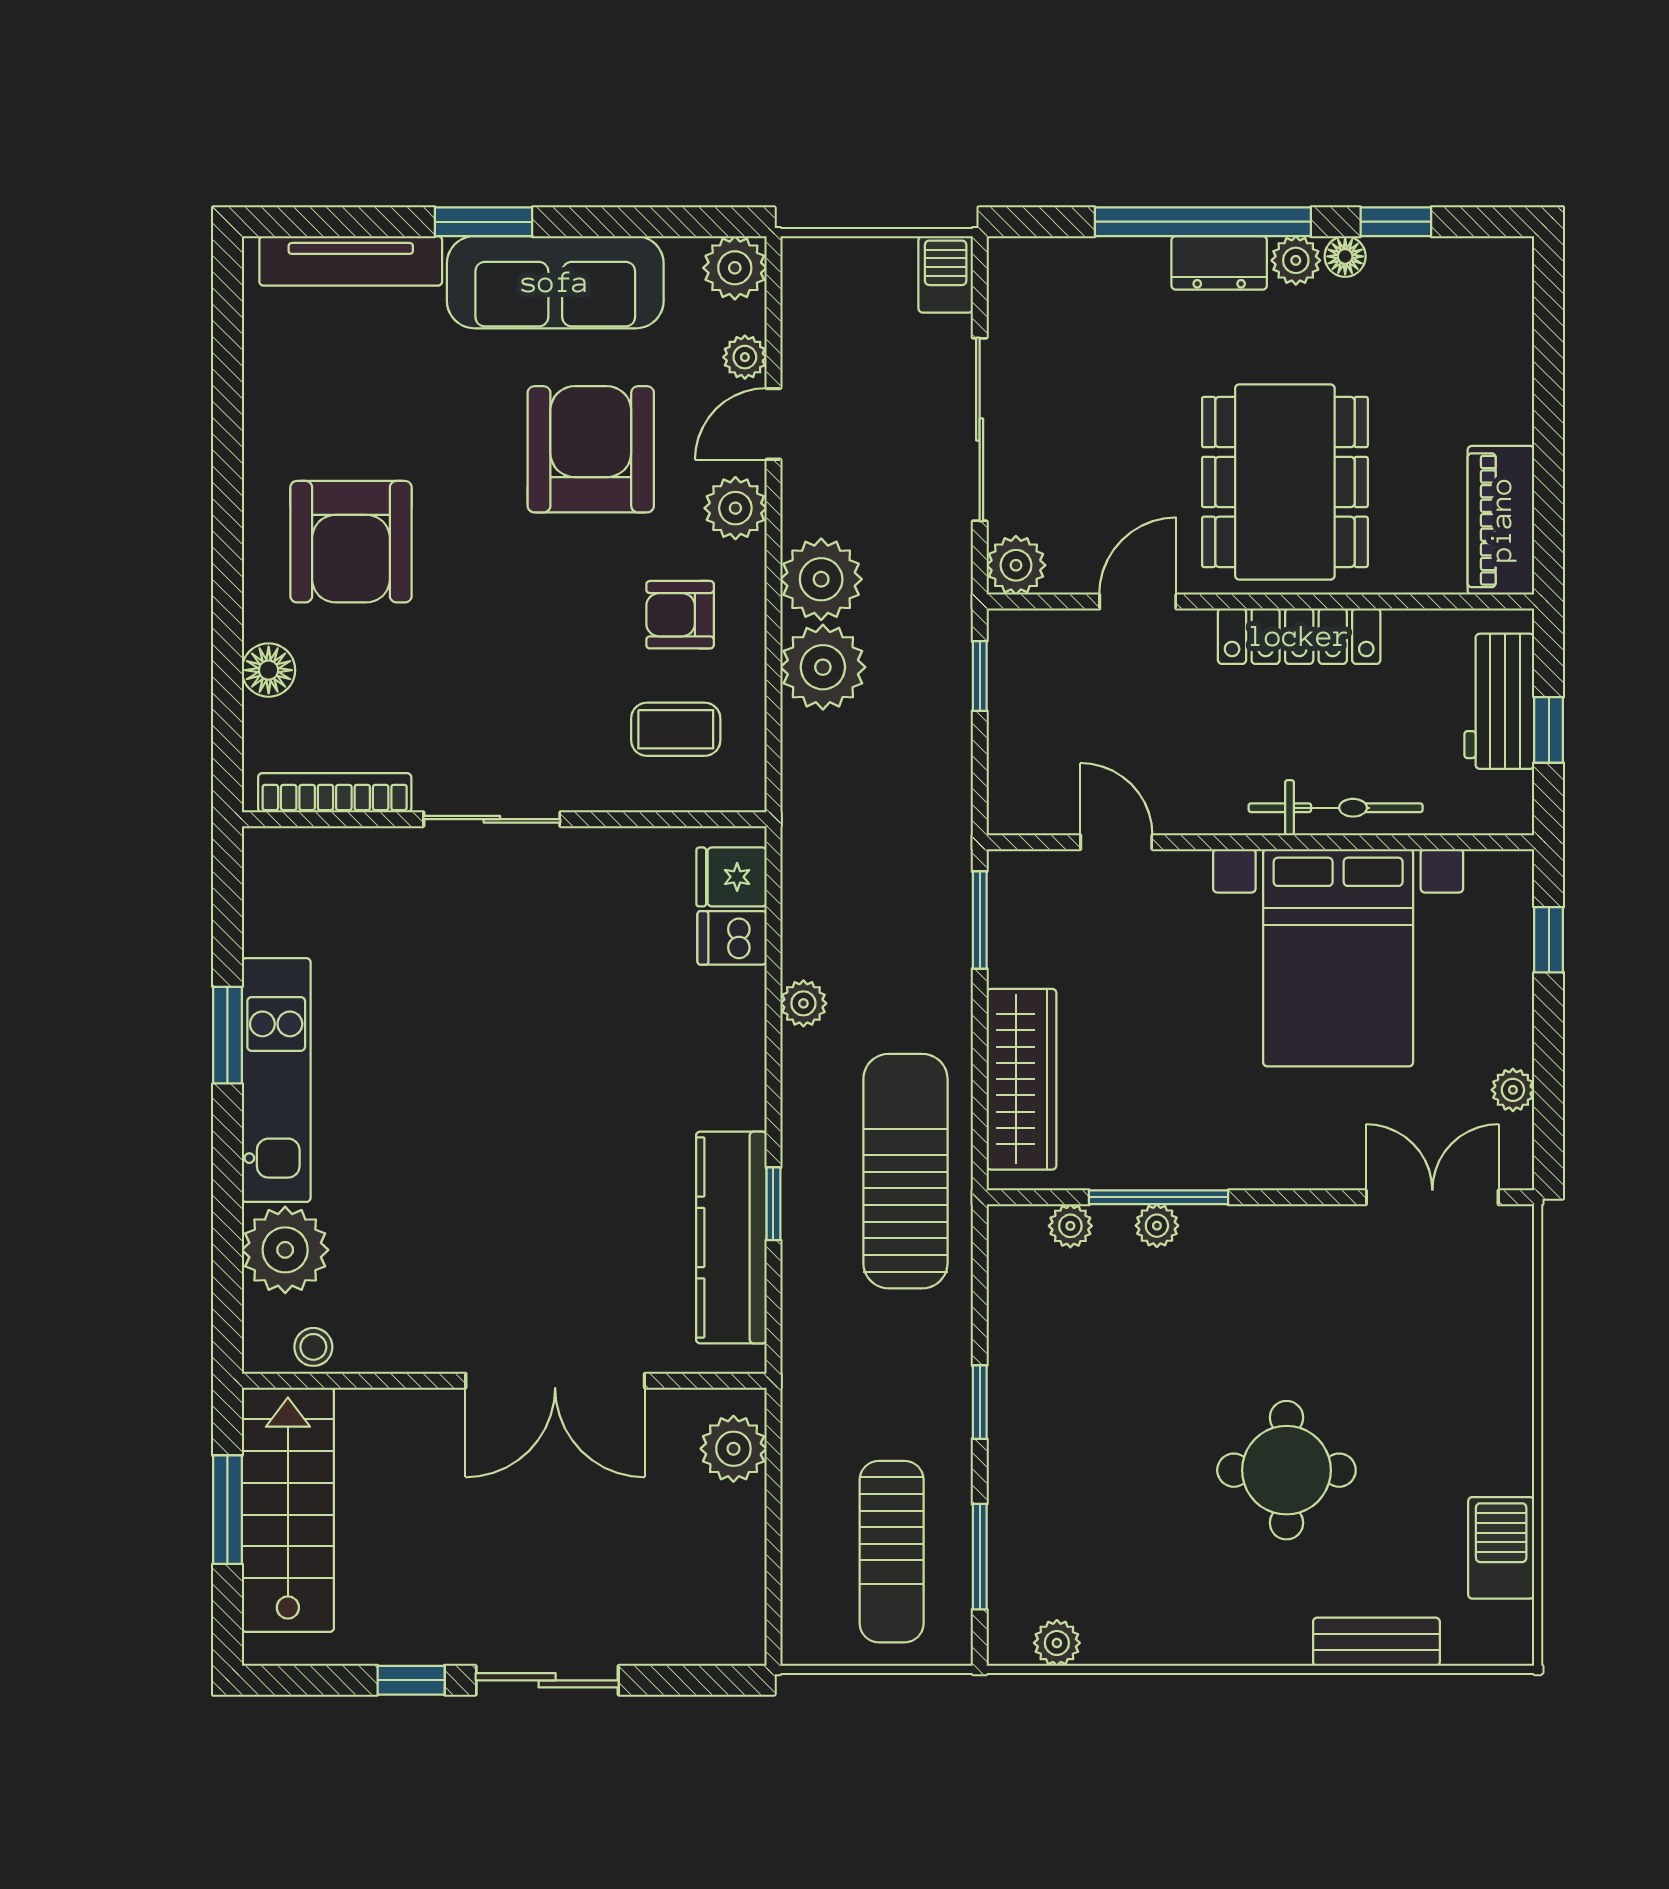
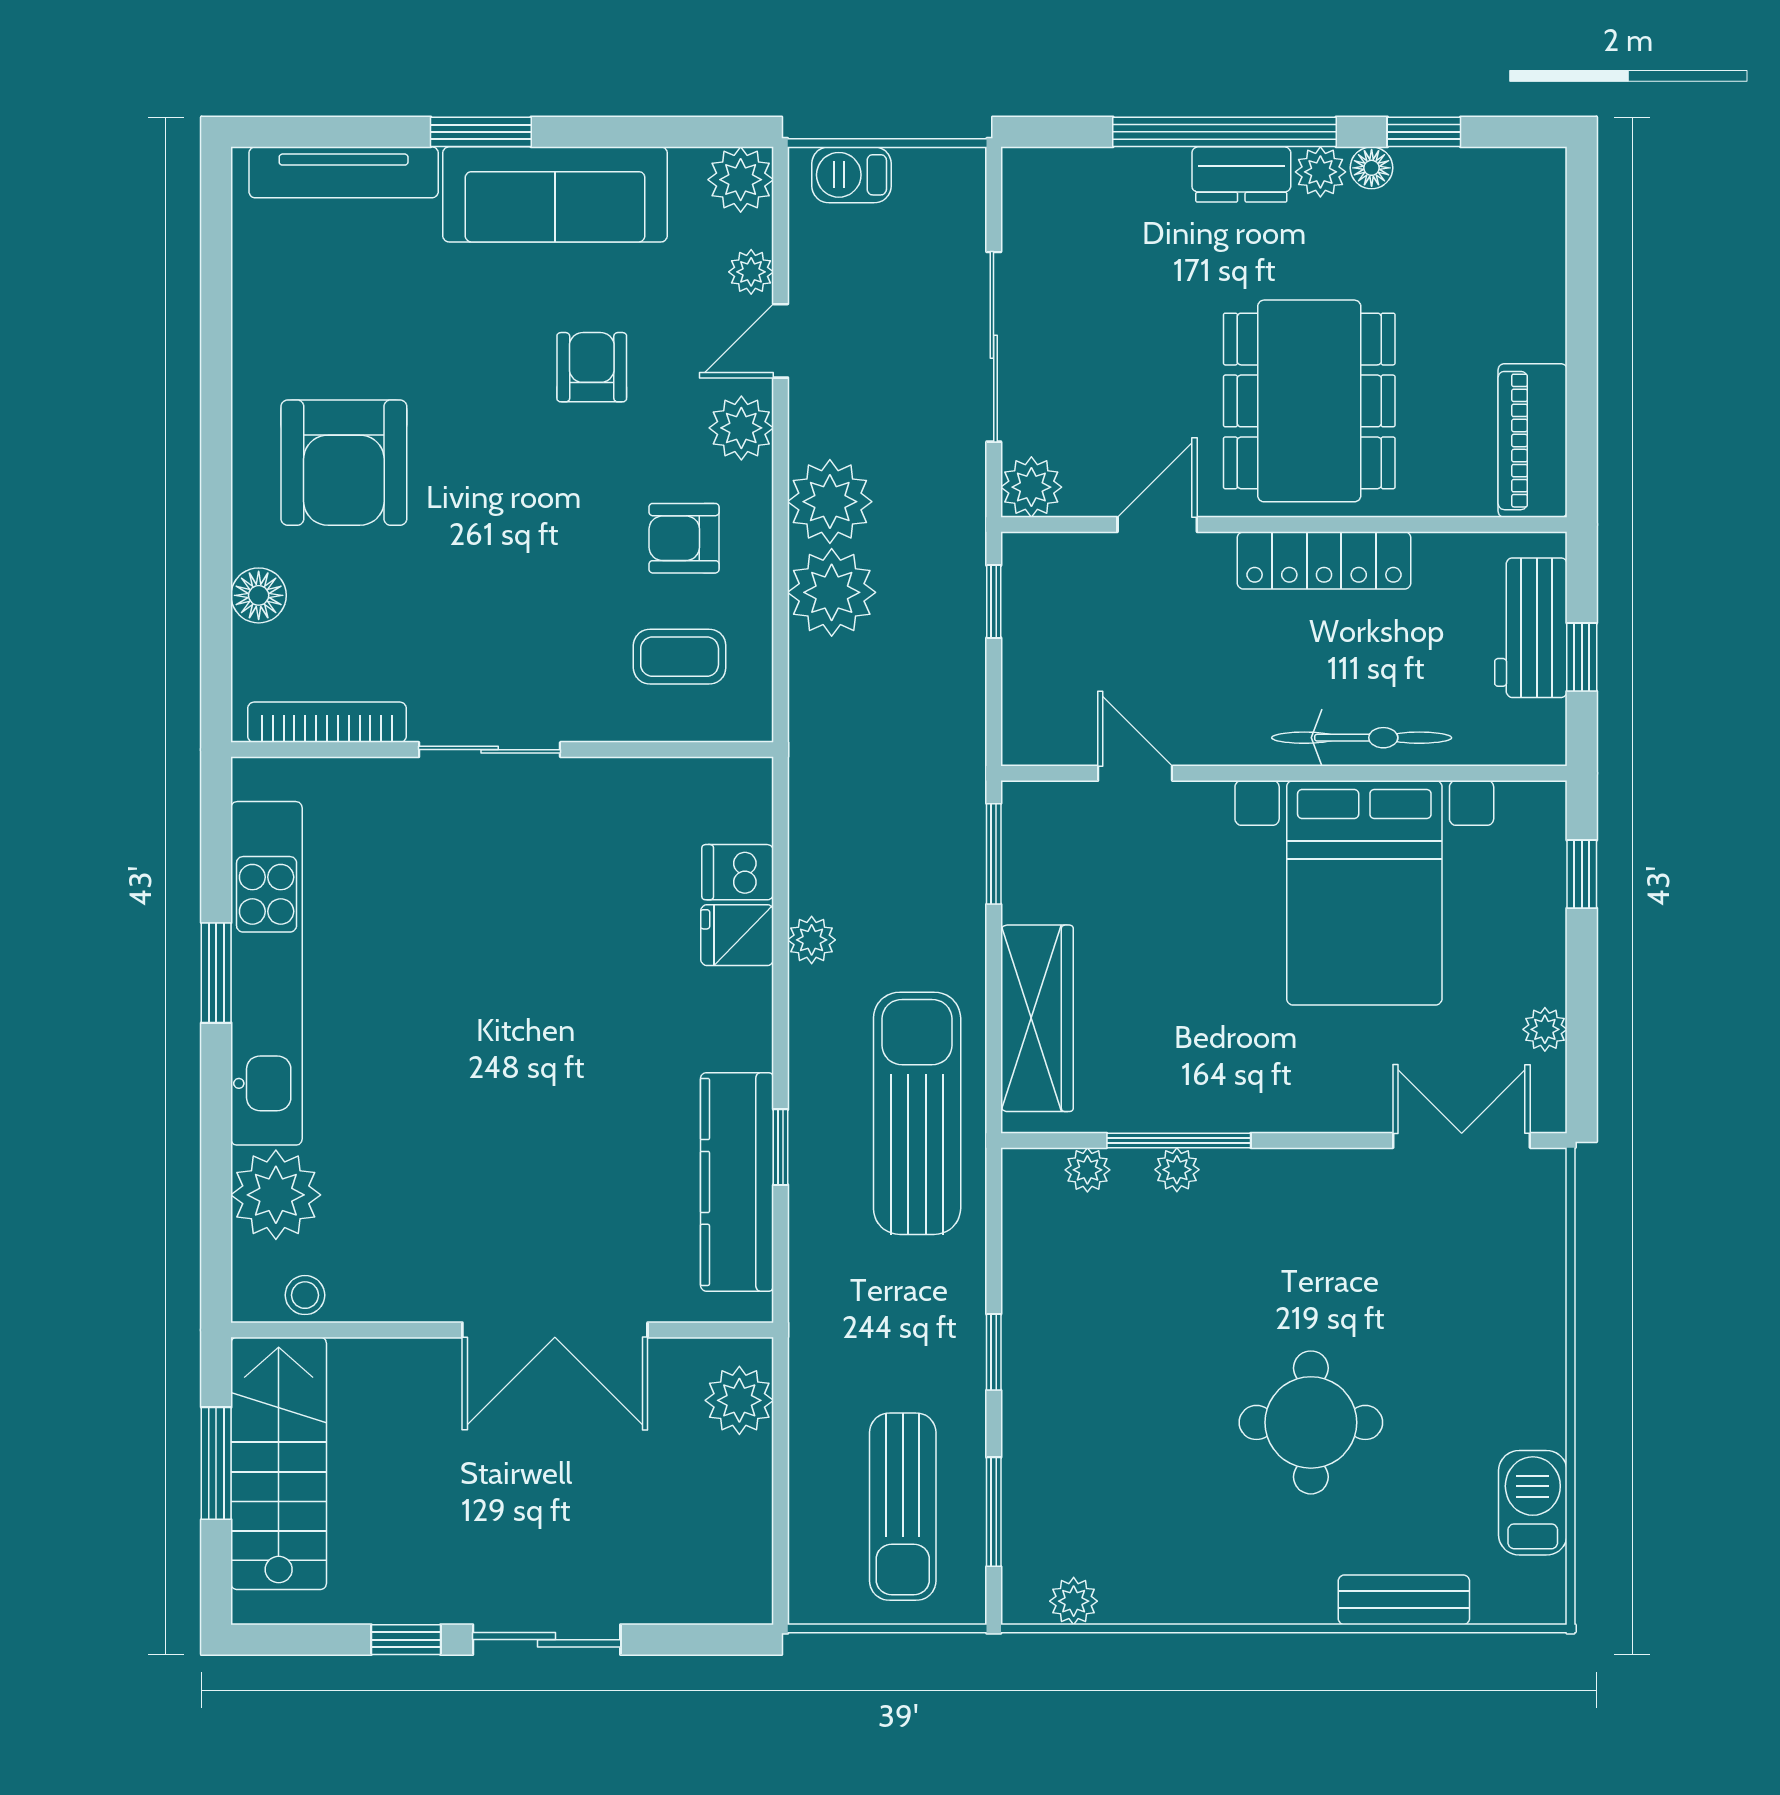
barbecue: (946, 274) -> (851, 175), moved, turned -90
armchair: (591, 449) -> (592, 367), width x0.53, depth x0.53
fridge: (731, 877) -> (737, 935), moved
kitchen unit: (276, 1080) -> (267, 973), width x1.36

